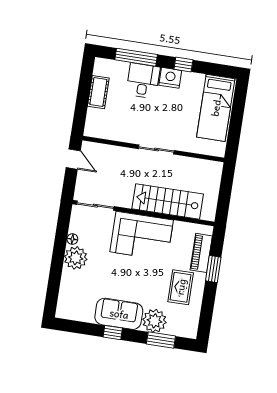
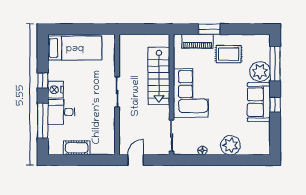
plant: (76, 258) -> (230, 145), moved
window: (161, 340) -> (275, 64), width x1.44

